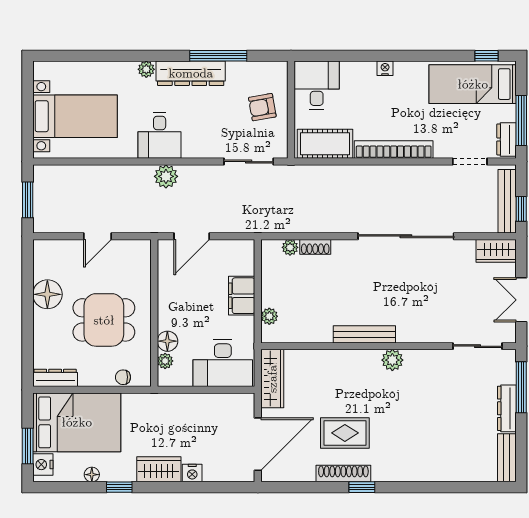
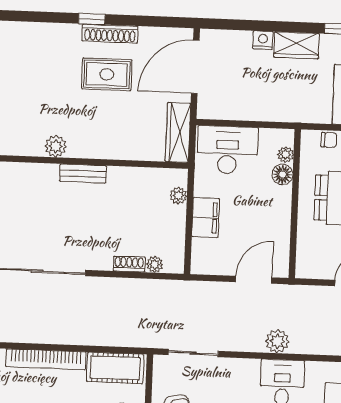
bench: (364, 334) -> (83, 173), width x0.73

